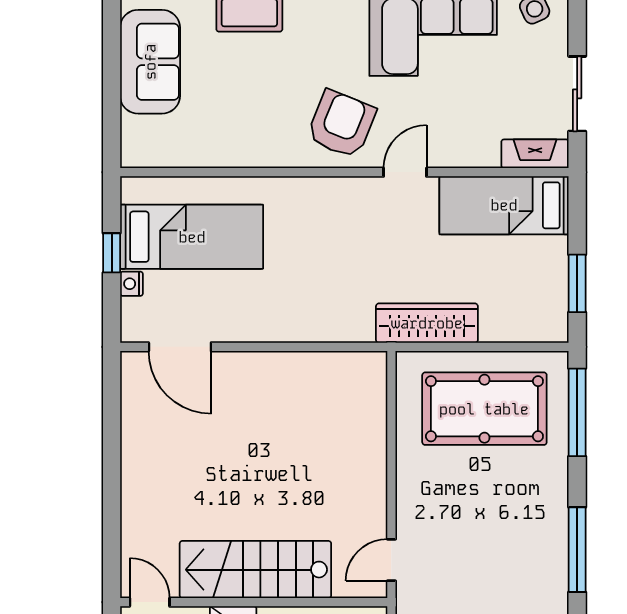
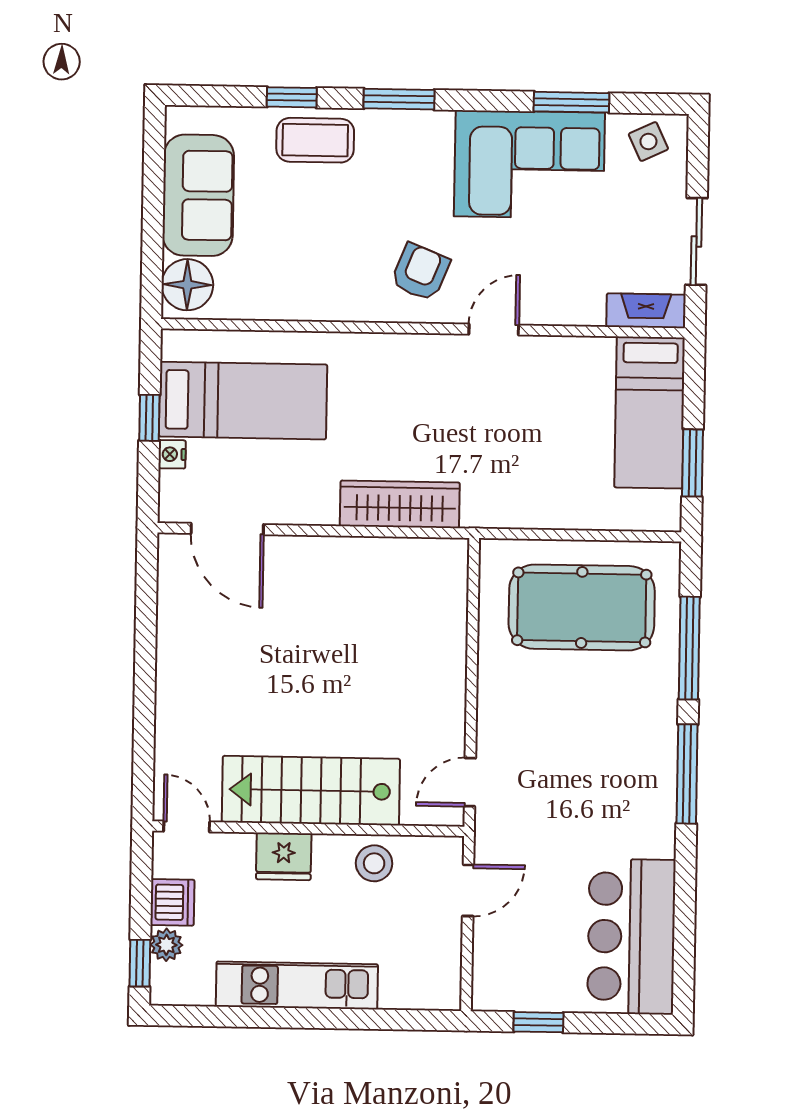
armchair: (341, 124) -> (420, 272), width x0.72, depth x0.72
floor lamp: (142, 138) -> (187, 285), added
bed: (504, 205) -> (650, 413), moved, turned -90
wardrobe: (427, 323) -> (400, 504), moved
window: (577, 412) -> (689, 648), moved

